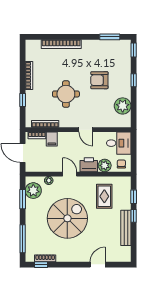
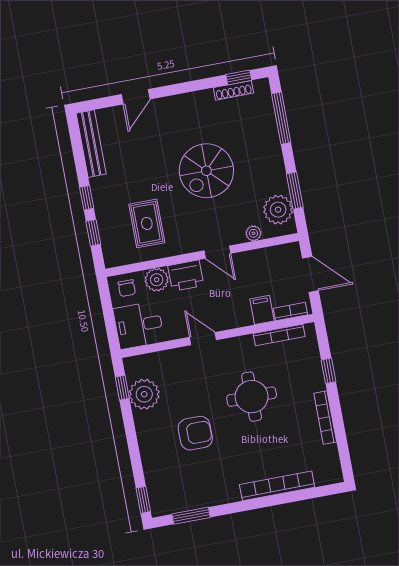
window: (134, 80) -> (122, 388), moved
spiral stairs: (67, 218) -> (206, 171), width x0.73, depth x0.73
bench: (126, 228) -> (91, 144), moved

